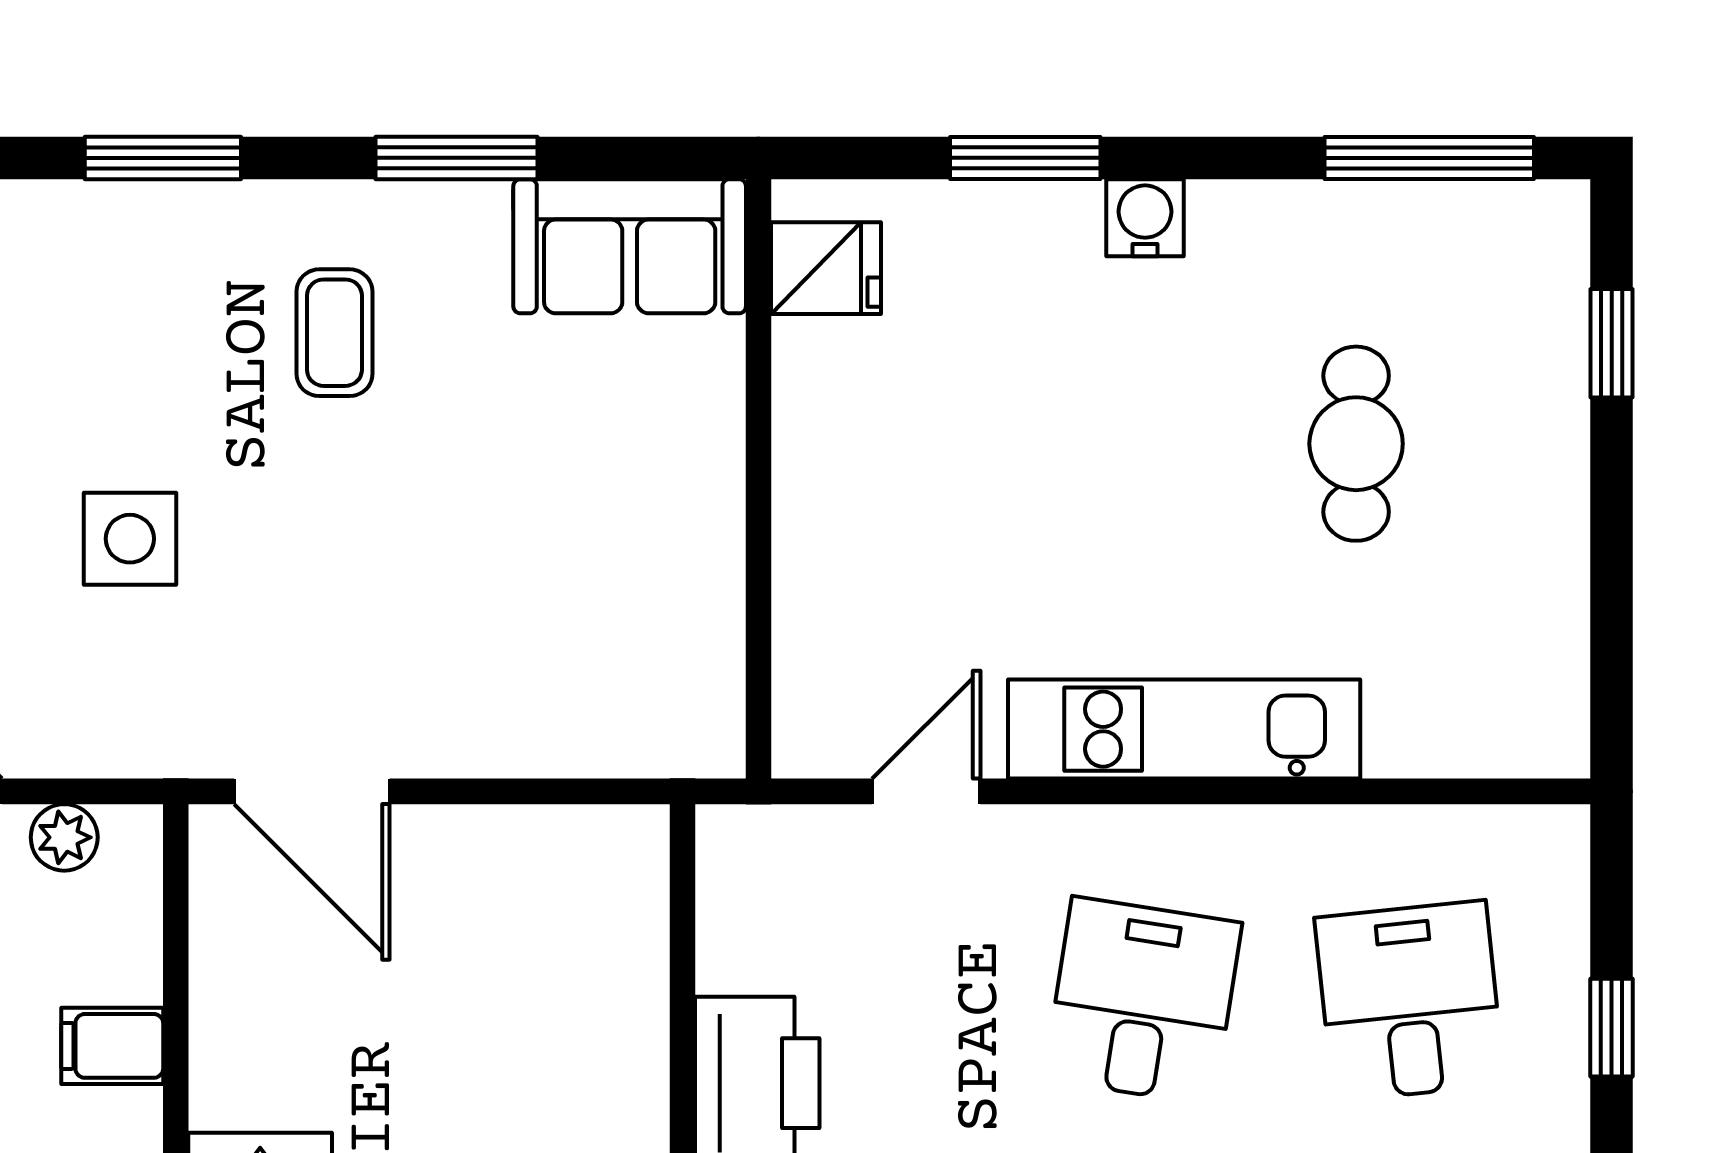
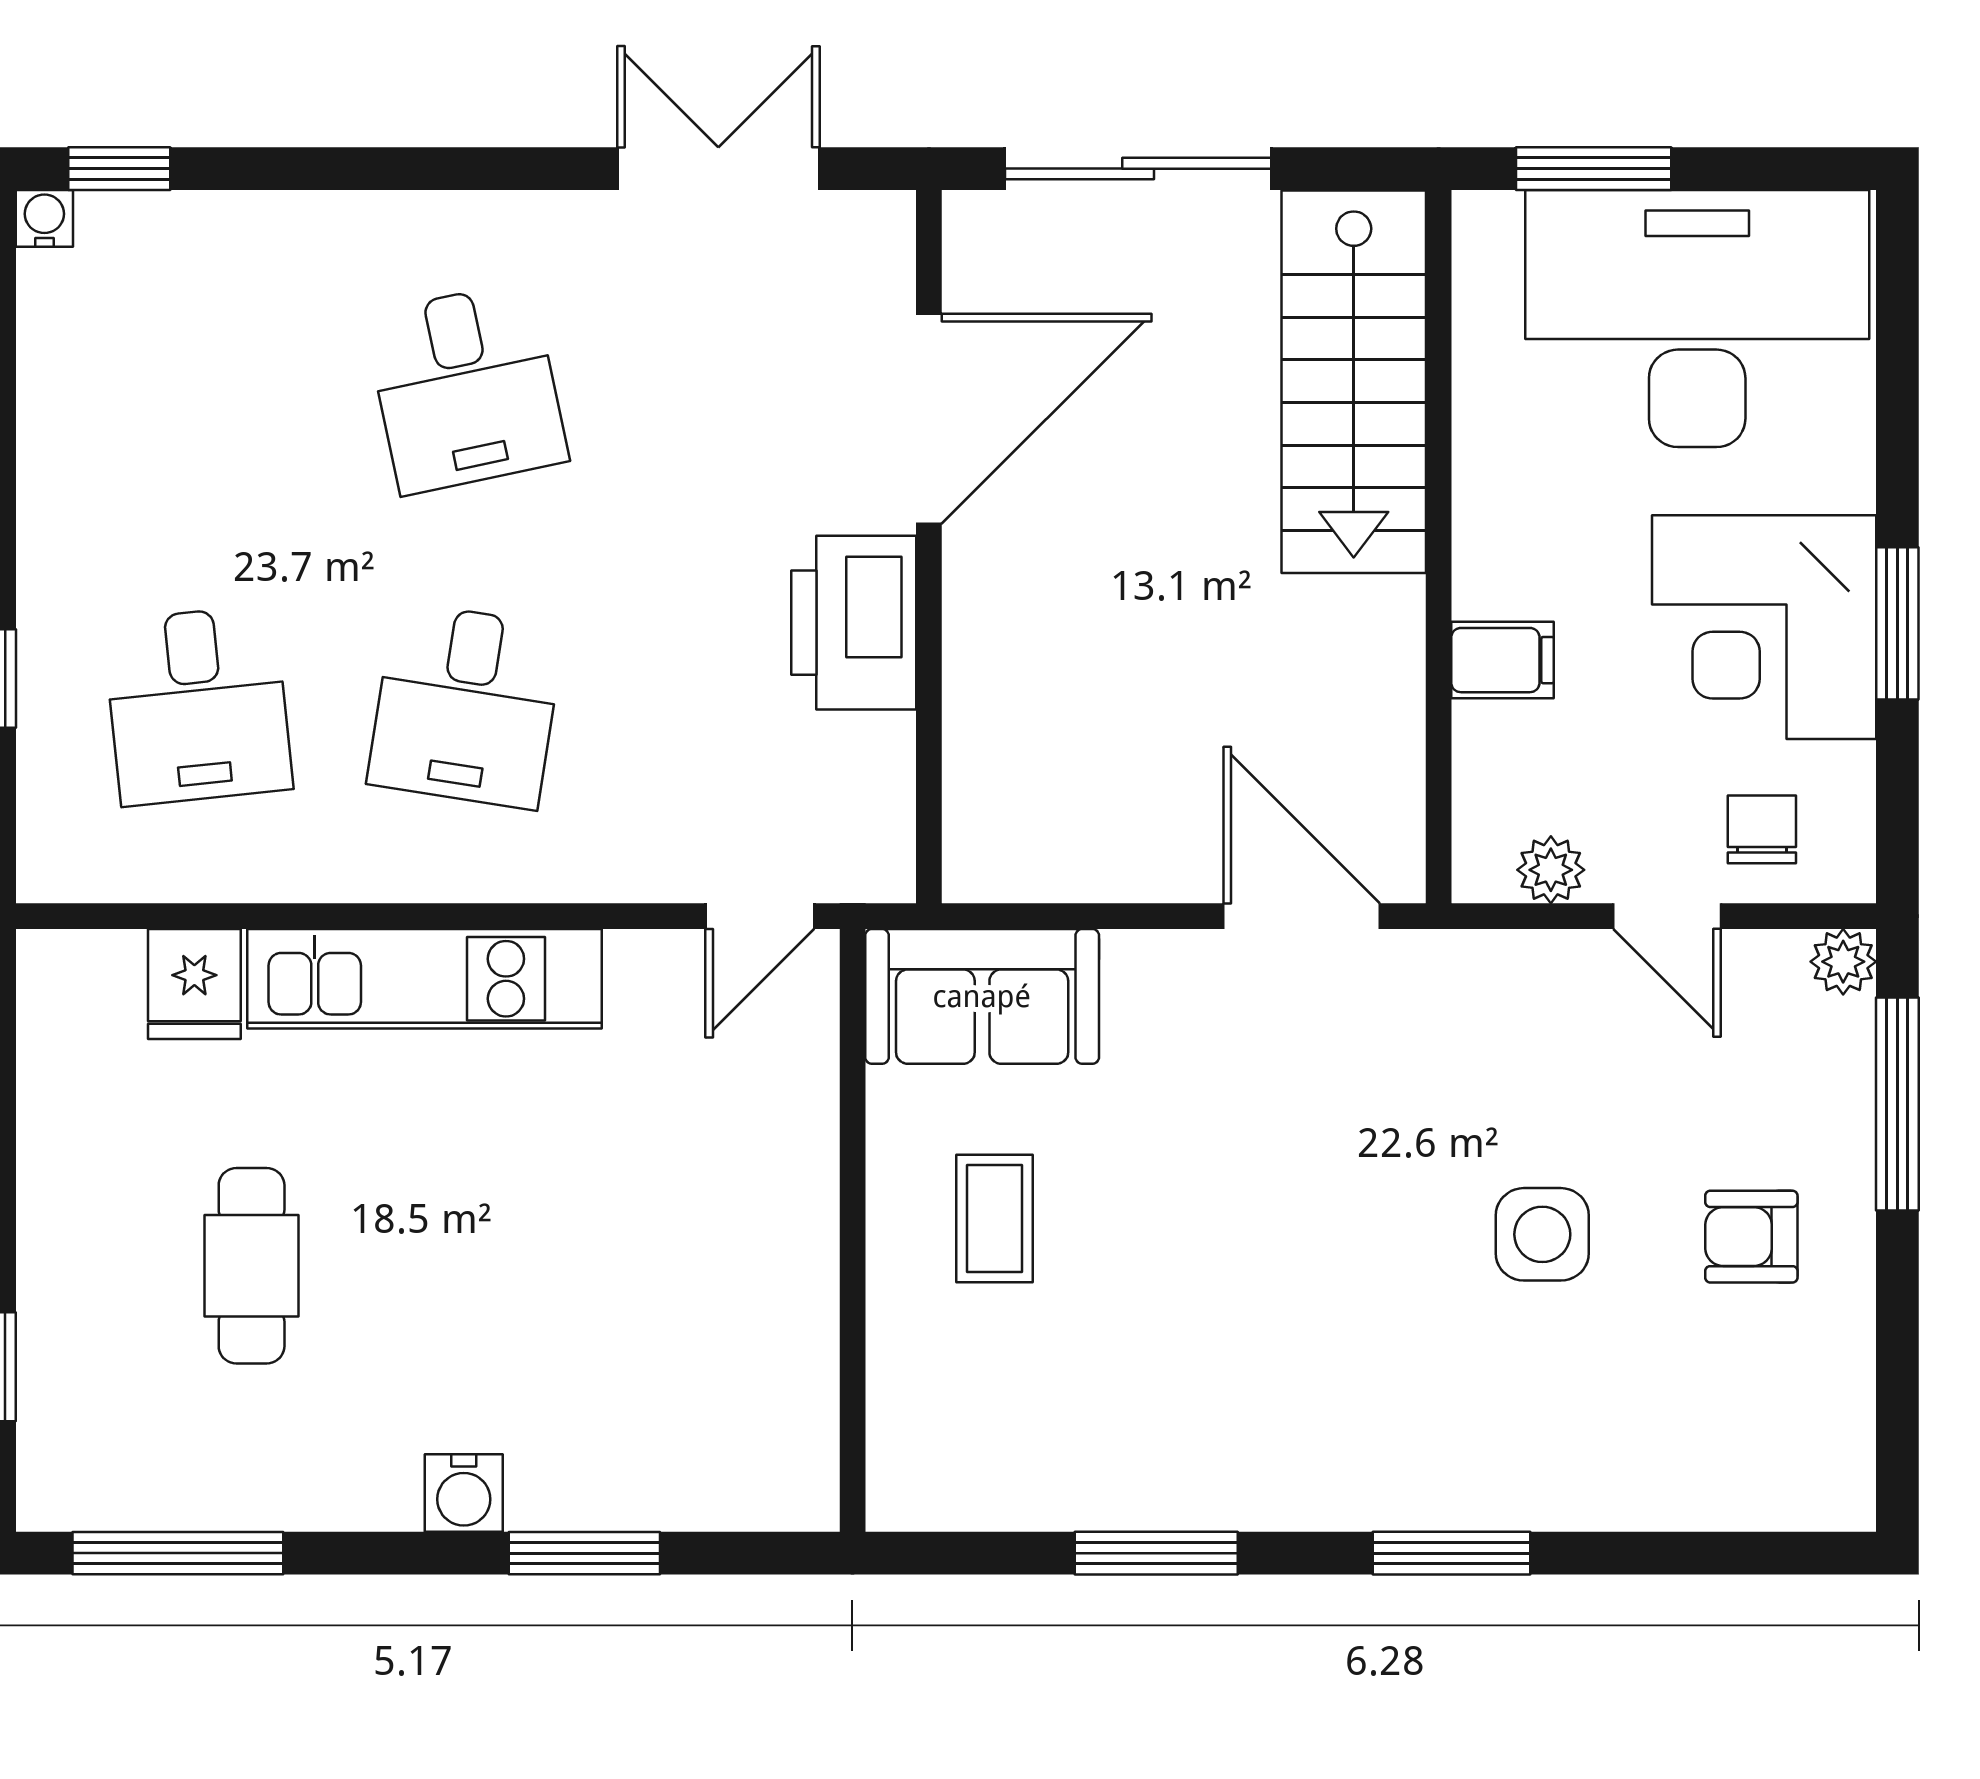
sofa: (630, 246) -> (982, 996), moved, turned 180
fridge: (826, 268) -> (194, 984), moved, turned -90
coffee table: (334, 333) -> (994, 1218), moved
side table: (130, 539) -> (1542, 1234), moved
door: (926, 791) -> (760, 916), moved

